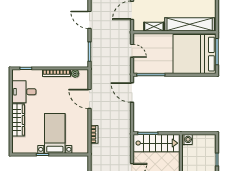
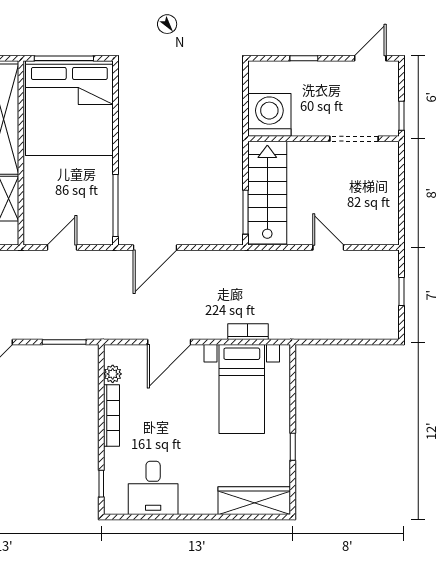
wardrobe: (18, 120) -> (254, 501), moved
bed with nightstands: (55, 133) -> (242, 389), moved, turned -90
washing machine: (187, 139) -> (269, 115), width x1.89, depth x1.89

